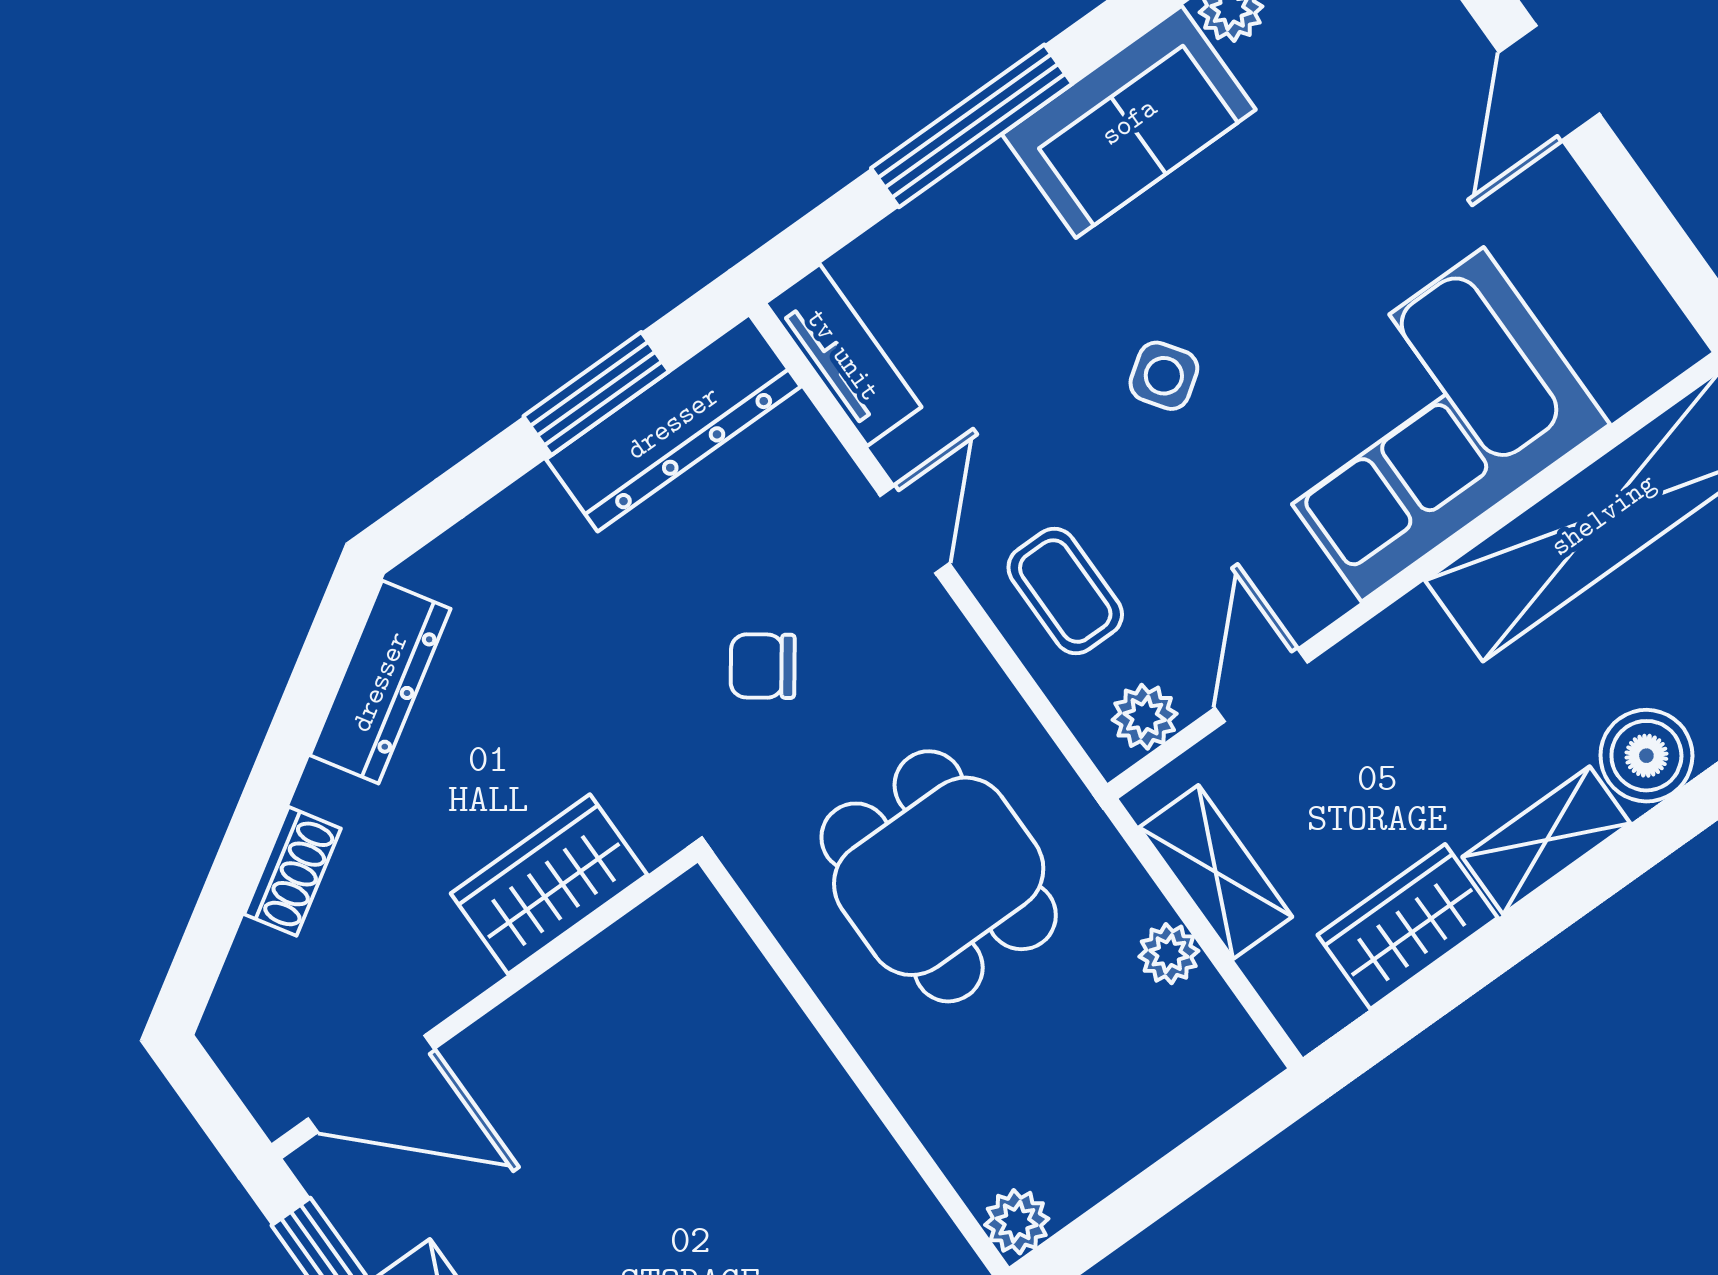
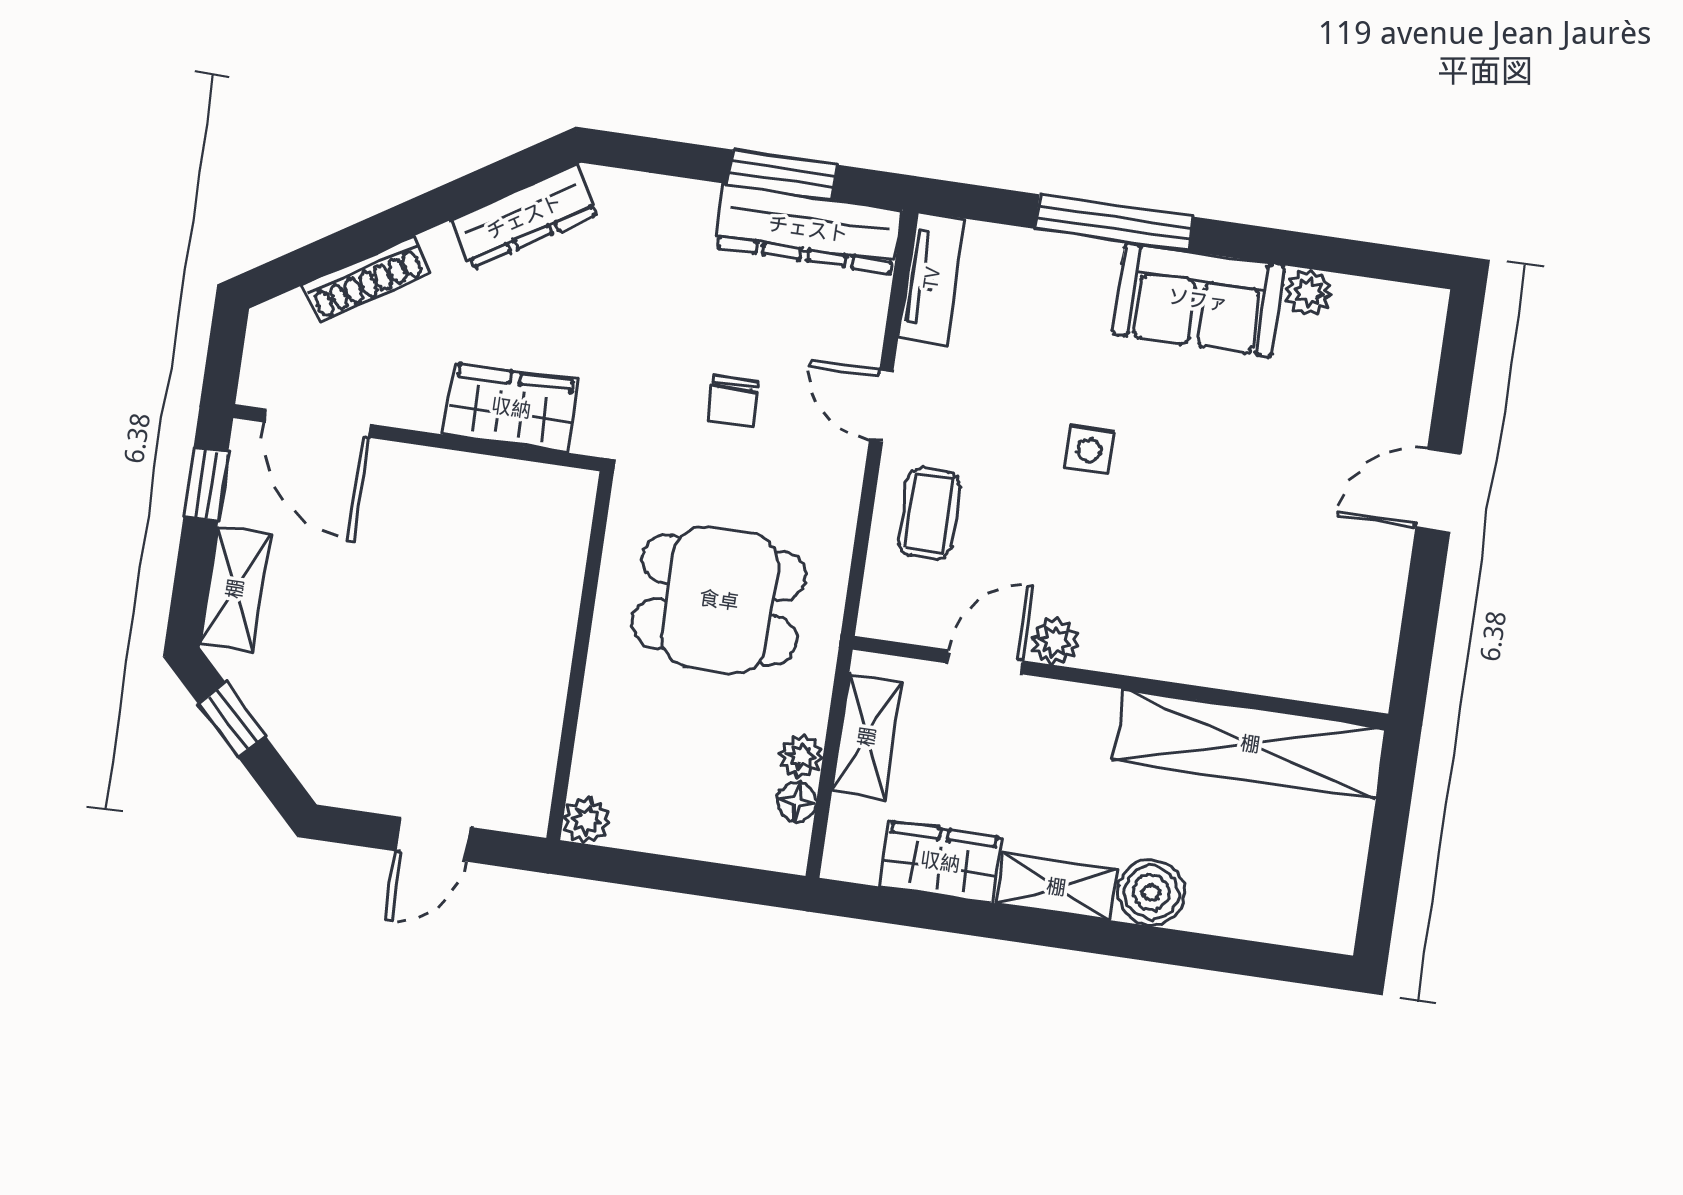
side table: (1164, 376) -> (1089, 451), turned 35
corner sofa: (1423, 424) -> (1200, 606), removed
door: (915, 529) -> (881, 406), swing flipped
chair: (763, 666) -> (733, 401), turned -126
plant: (1145, 717) -> (1055, 641), moved
shoe rack: (292, 871) -> (366, 279), width x1.43
dining table: (939, 876) -> (719, 600), turned 90
floor lamp: (1208, 1003) -> (797, 802), added

